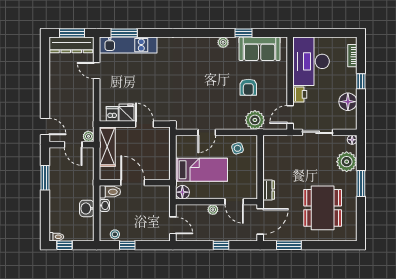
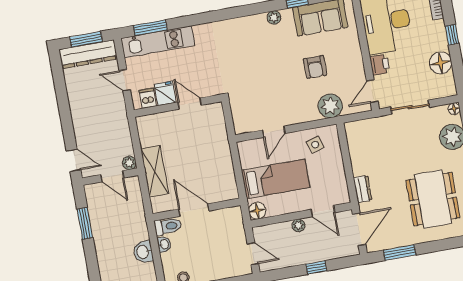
fridge: (126, 113) -> (165, 93), moved
dishwasher: (112, 114) -> (148, 98), moved
wall: (135, 124) -> (178, 106), moved
door: (144, 124) -> (190, 104), moved

